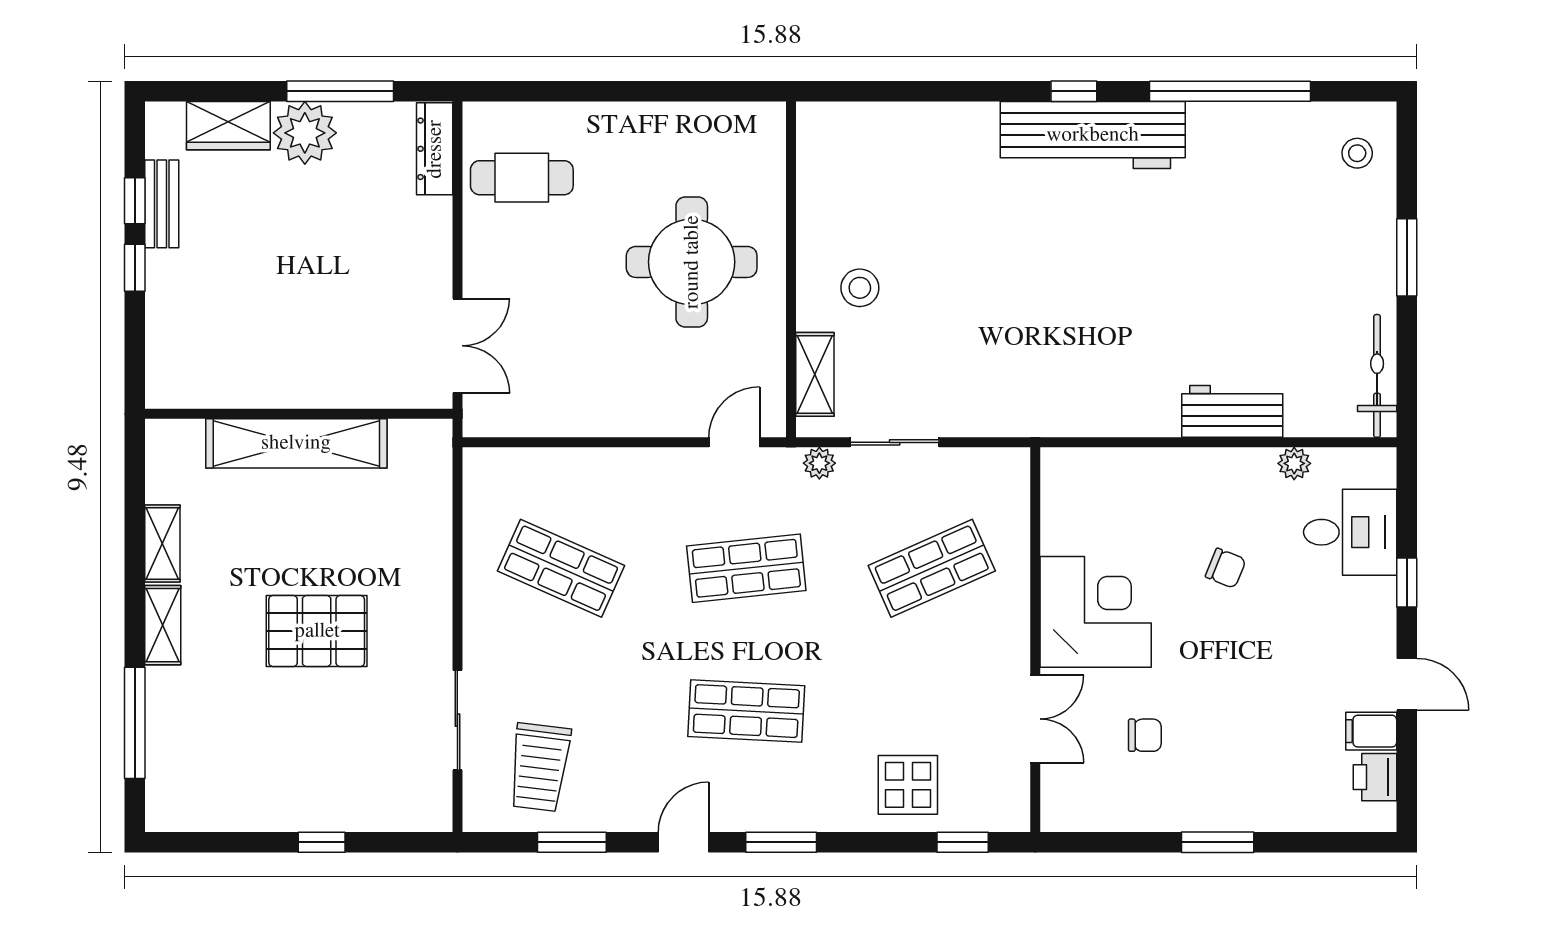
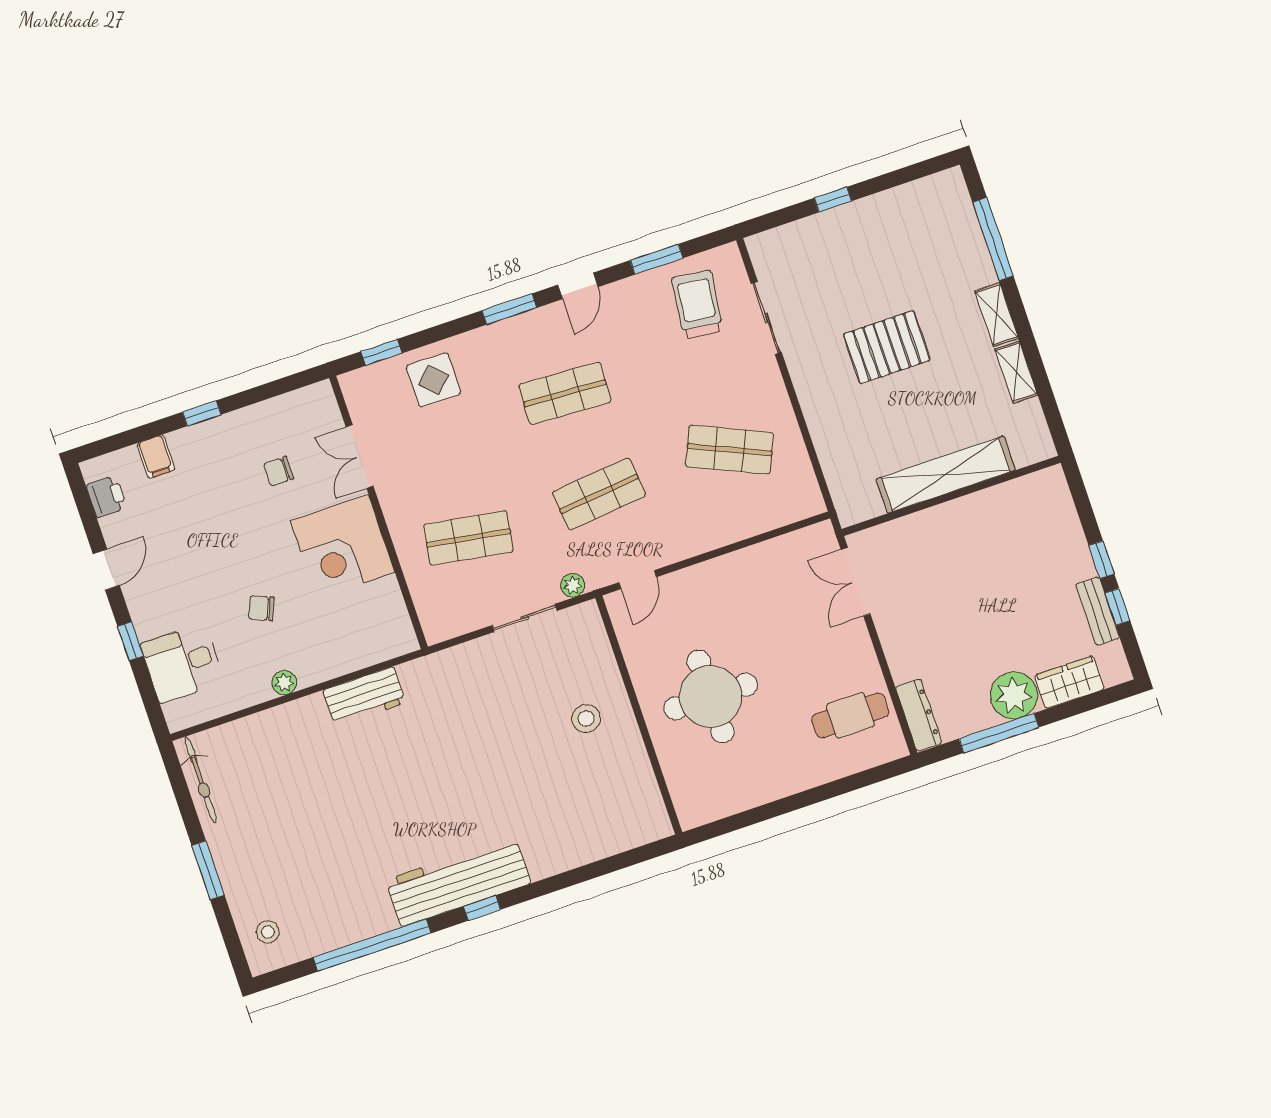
shelving: (815, 374) -> (597, 647), removed
workbench: (1232, 411) -> (364, 696), moved
plant: (1294, 463) -> (284, 683), moved
shop shelf: (932, 568) -> (468, 538), turned 33
door: (1407, 684) -> (106, 570), swing flipped
filing cabinet: (1371, 731) -> (156, 457), moved, turned 90
window: (1218, 842) -> (202, 413), width x0.67

